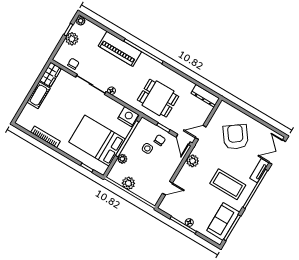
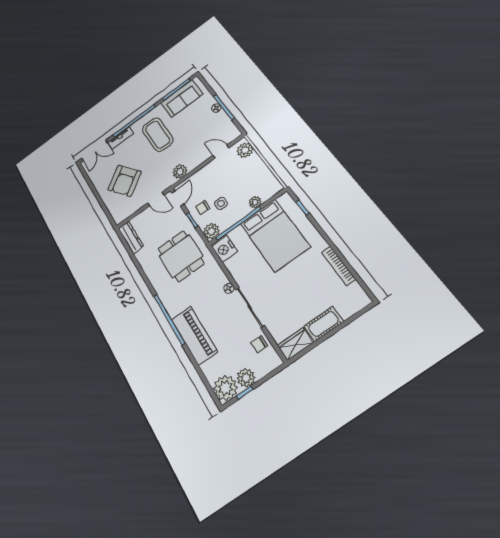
plant: (81, 21) -> (225, 388), width x1.87, depth x1.87
plant: (144, 125) -> (211, 231), added
plant: (128, 183) -> (245, 150), moved

